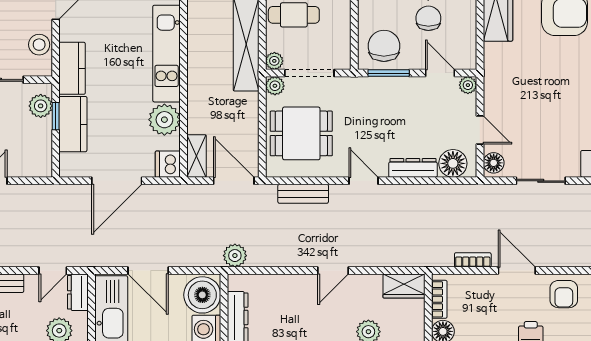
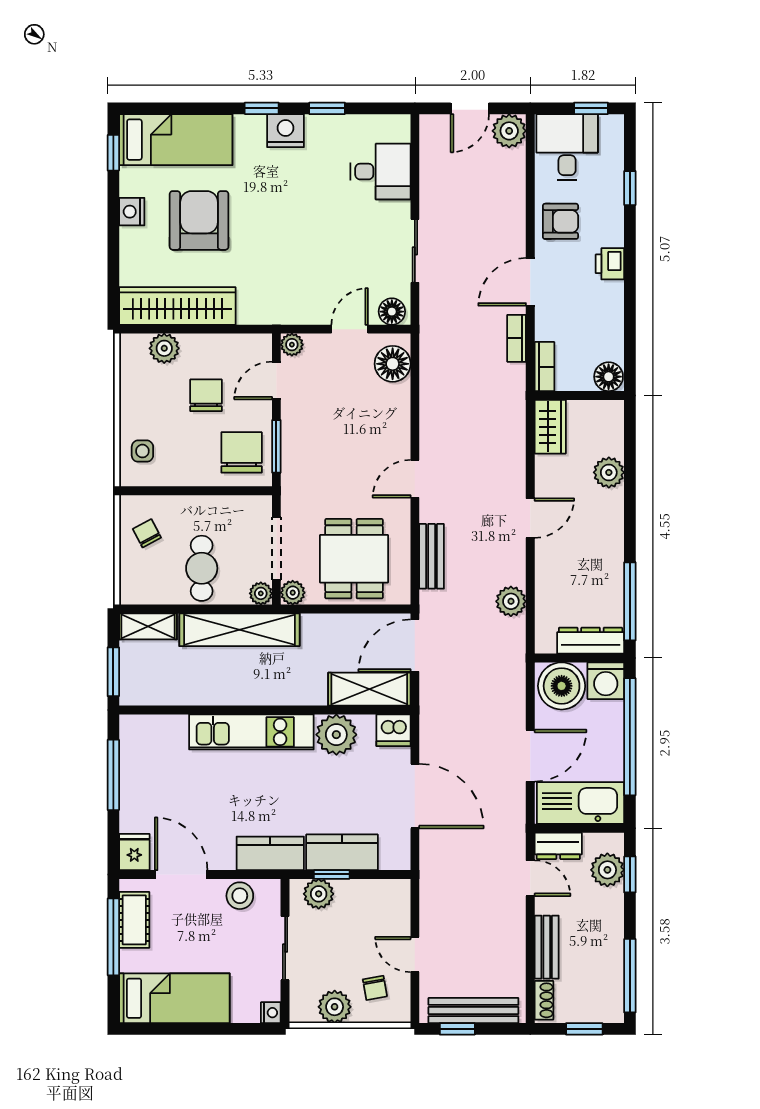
chair: (428, 18) -> (206, 395), turned 90
chair: (384, 46) -> (242, 452), turned 90
shelving: (197, 156) -> (369, 689), width x1.50, depth x1.33
dresser: (413, 168) -> (398, 415), removed
plant: (235, 256) -> (511, 601), moved
door: (333, 271) -> (530, 518), hinge flipped
bookcase: (439, 299) -> (544, 367), moved, turned 90

